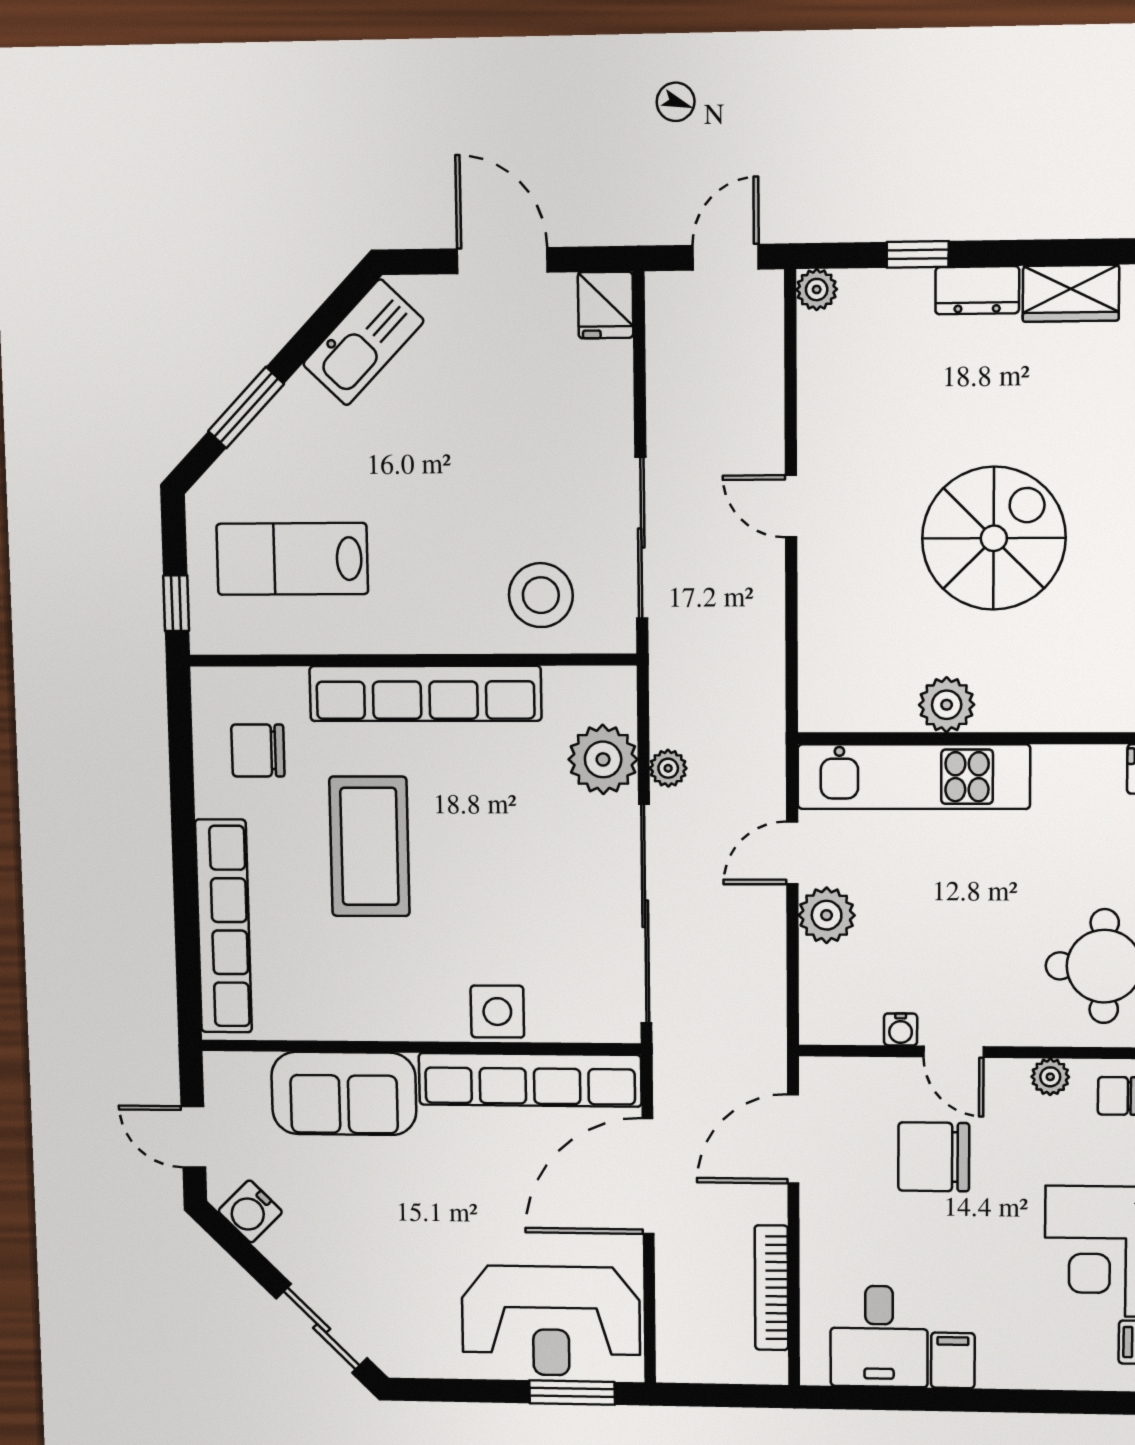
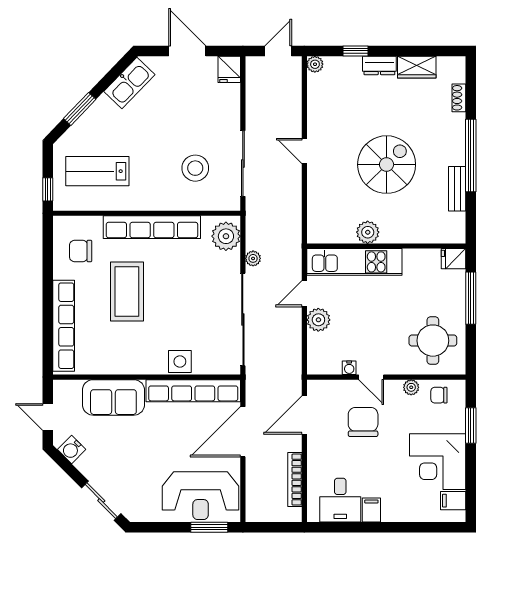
stool: (541, 595) -> (195, 168), moved
plant: (603, 759) -> (226, 236), moved
chair: (934, 1157) -> (363, 422), turned 90

